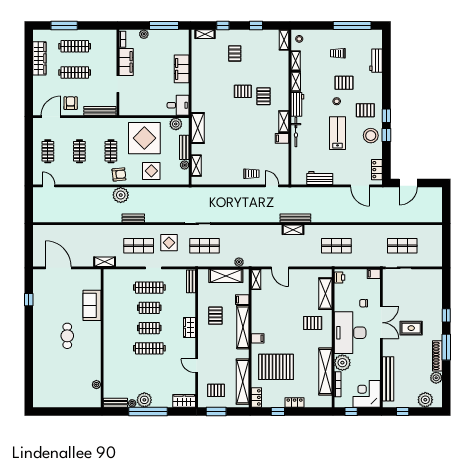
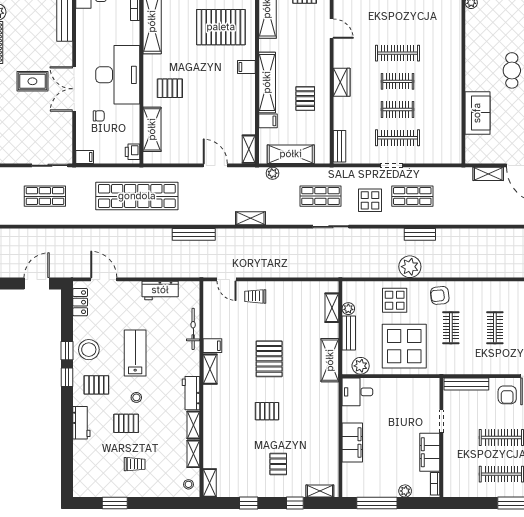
window: (352, 25) -> (115, 503), width x0.47
workbench: (376, 61) -> (81, 423), moved
pallet: (264, 96) -> (269, 359), moved, width x1.50, depth x1.42
bicycle: (296, 132) -> (193, 329), moved
lab bench: (338, 133) -> (135, 353), turned 180
plant: (121, 195) -> (410, 267), moved
shelving: (293, 230) -> (250, 218), moved
shop shelf: (336, 246) -> (137, 196), width x2.00, depth x1.36
shelving: (105, 262) -> (488, 174), moved
plant: (342, 363) -> (128, 33), removed

